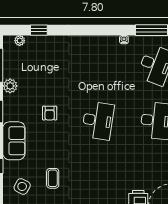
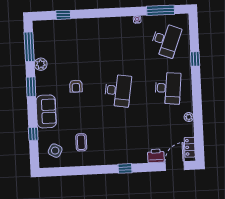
plant: (20, 41) -> (47, 25), removed

